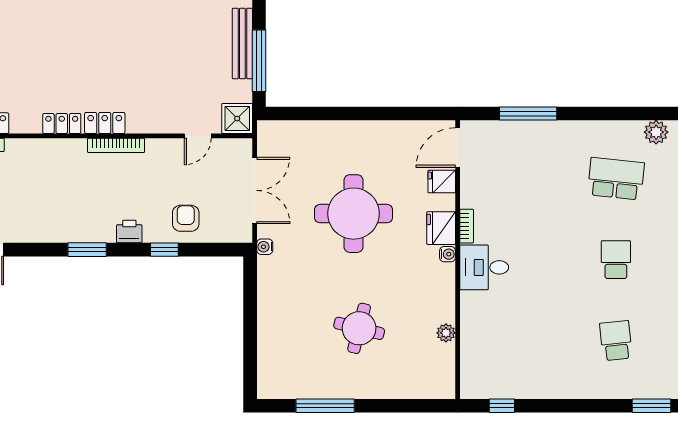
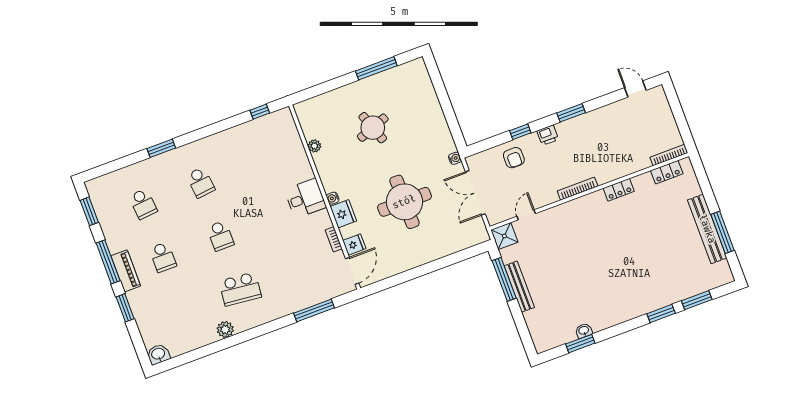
locker: (105, 123) -> (591, 201), removed
bookcase: (467, 226) -> (334, 239), moved
round table: (359, 328) -> (373, 128), turned -34

